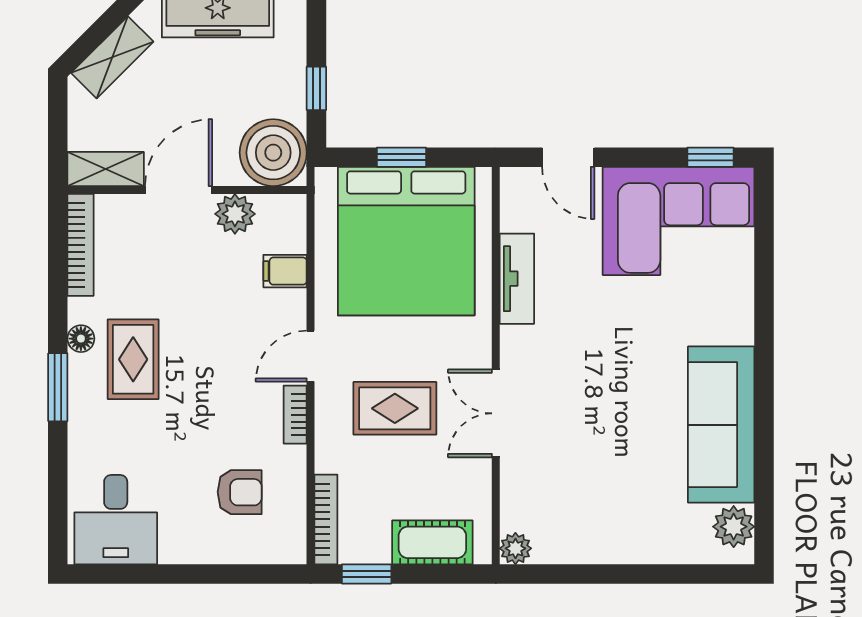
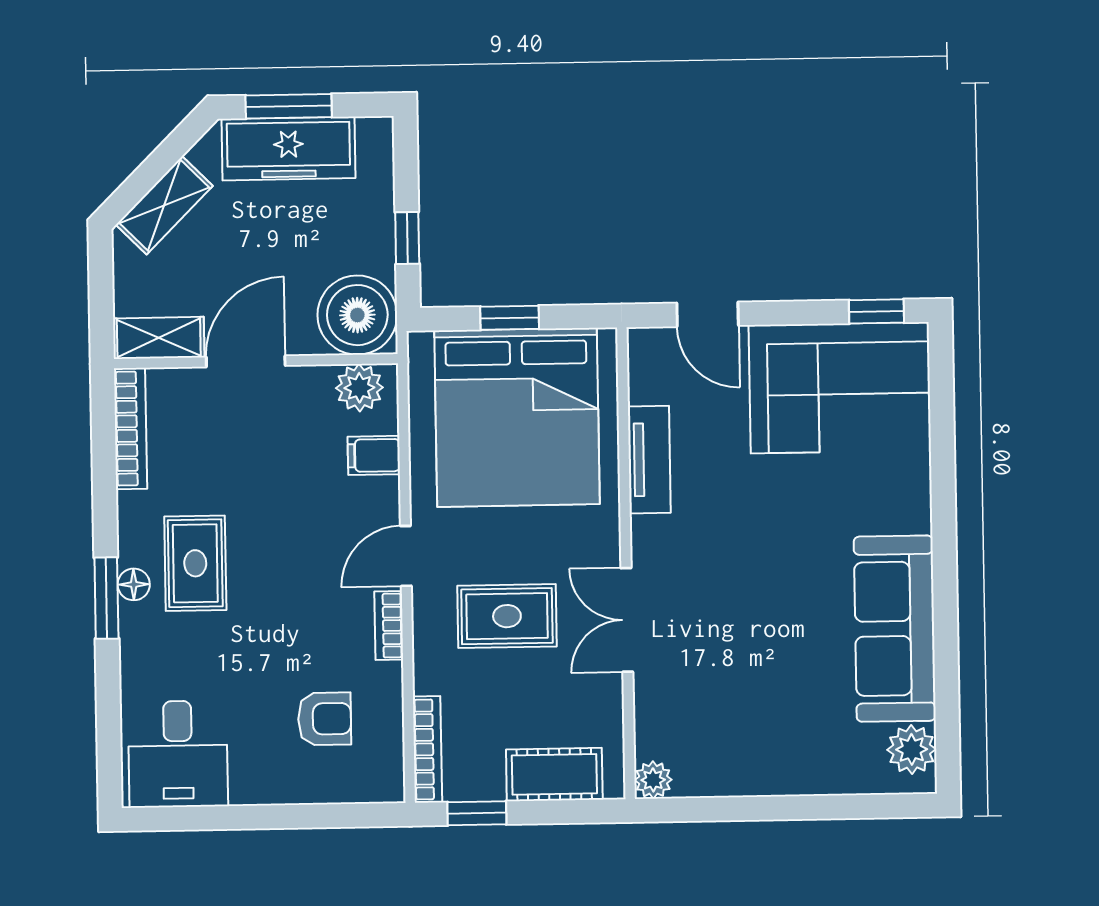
plant: (235, 214) -> (359, 388), moved
floor lamp: (81, 339) -> (134, 584), moved

